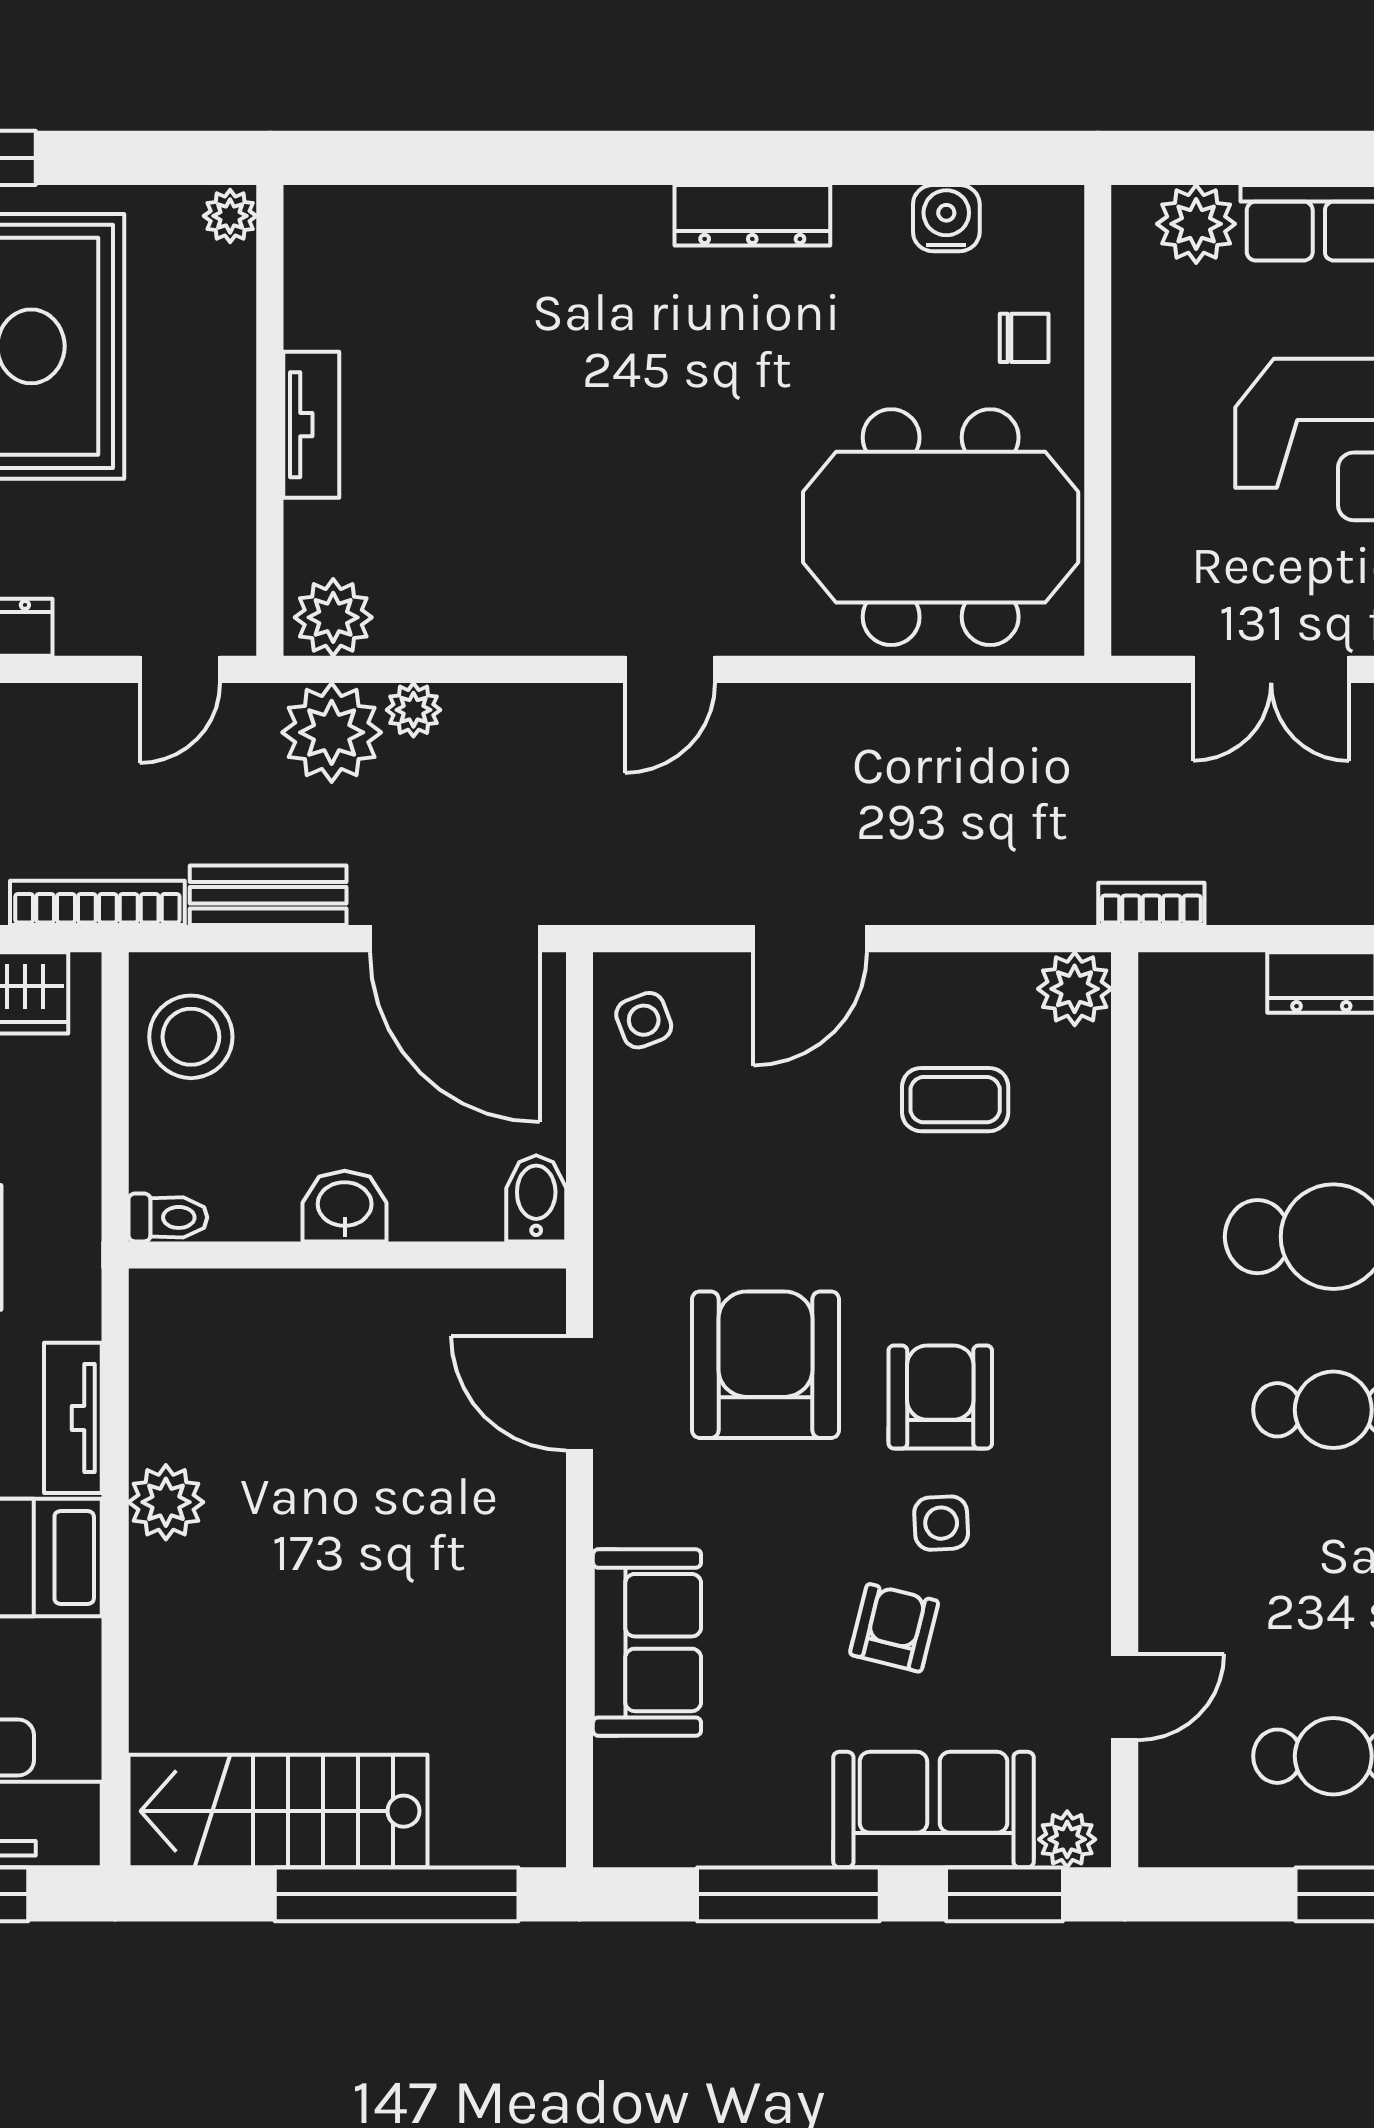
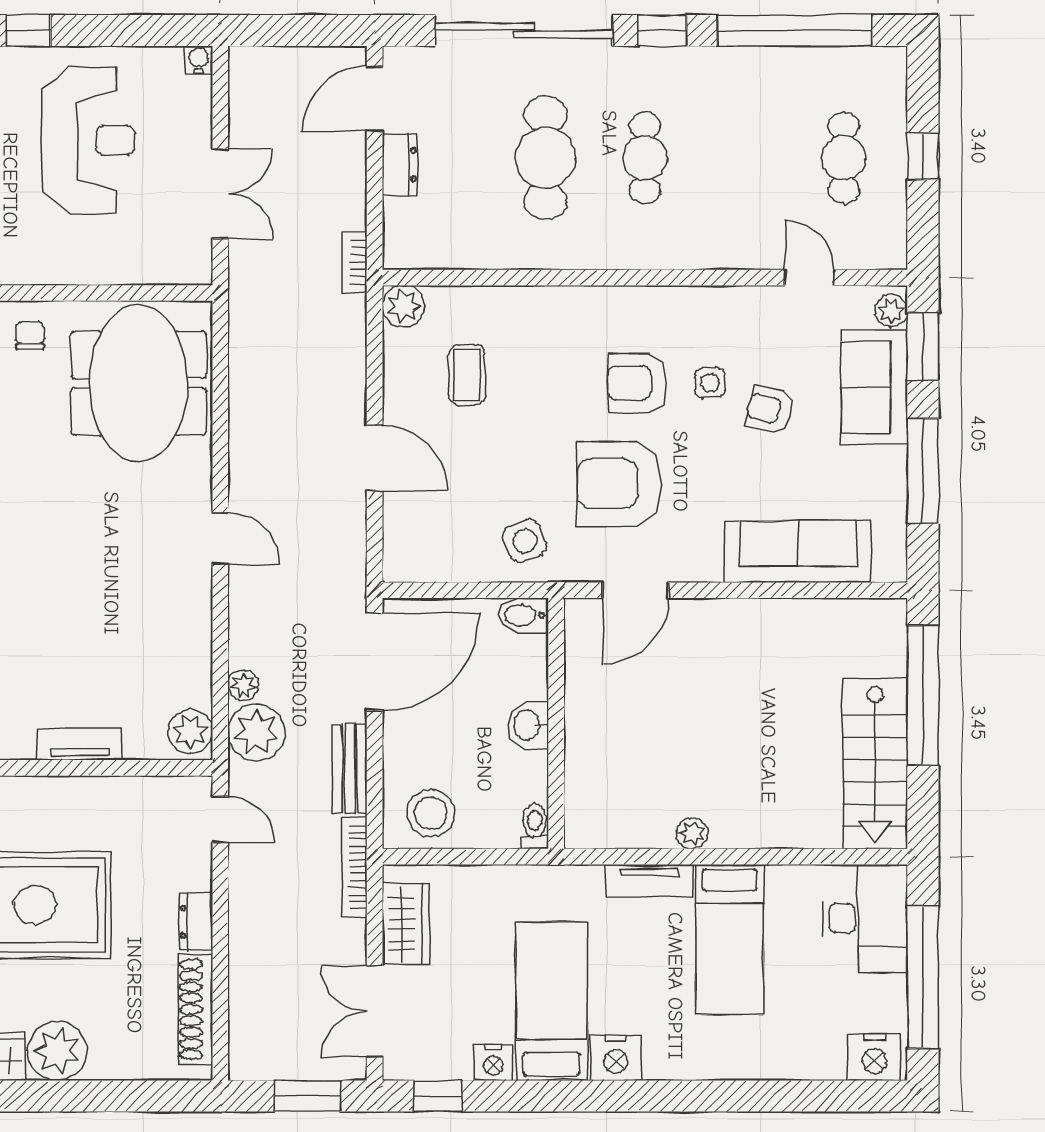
side table: (644, 1020) -> (525, 541), moved, width x1.37, depth x1.37
plant: (166, 1502) -> (692, 833), width x0.73, depth x0.73
sofa: (647, 1643) -> (798, 552), width x1.36

